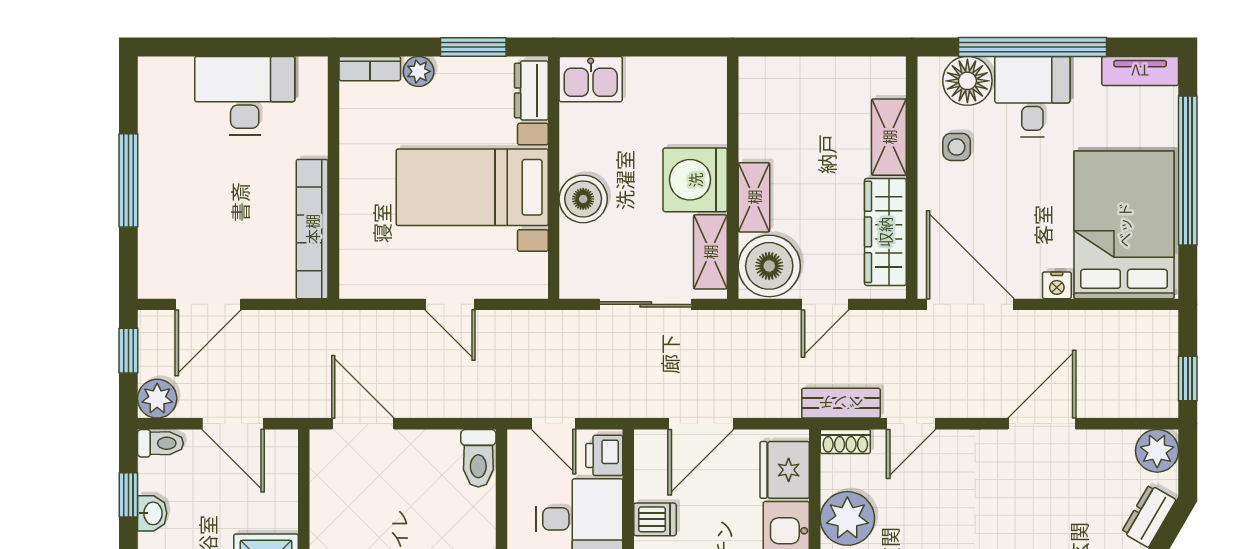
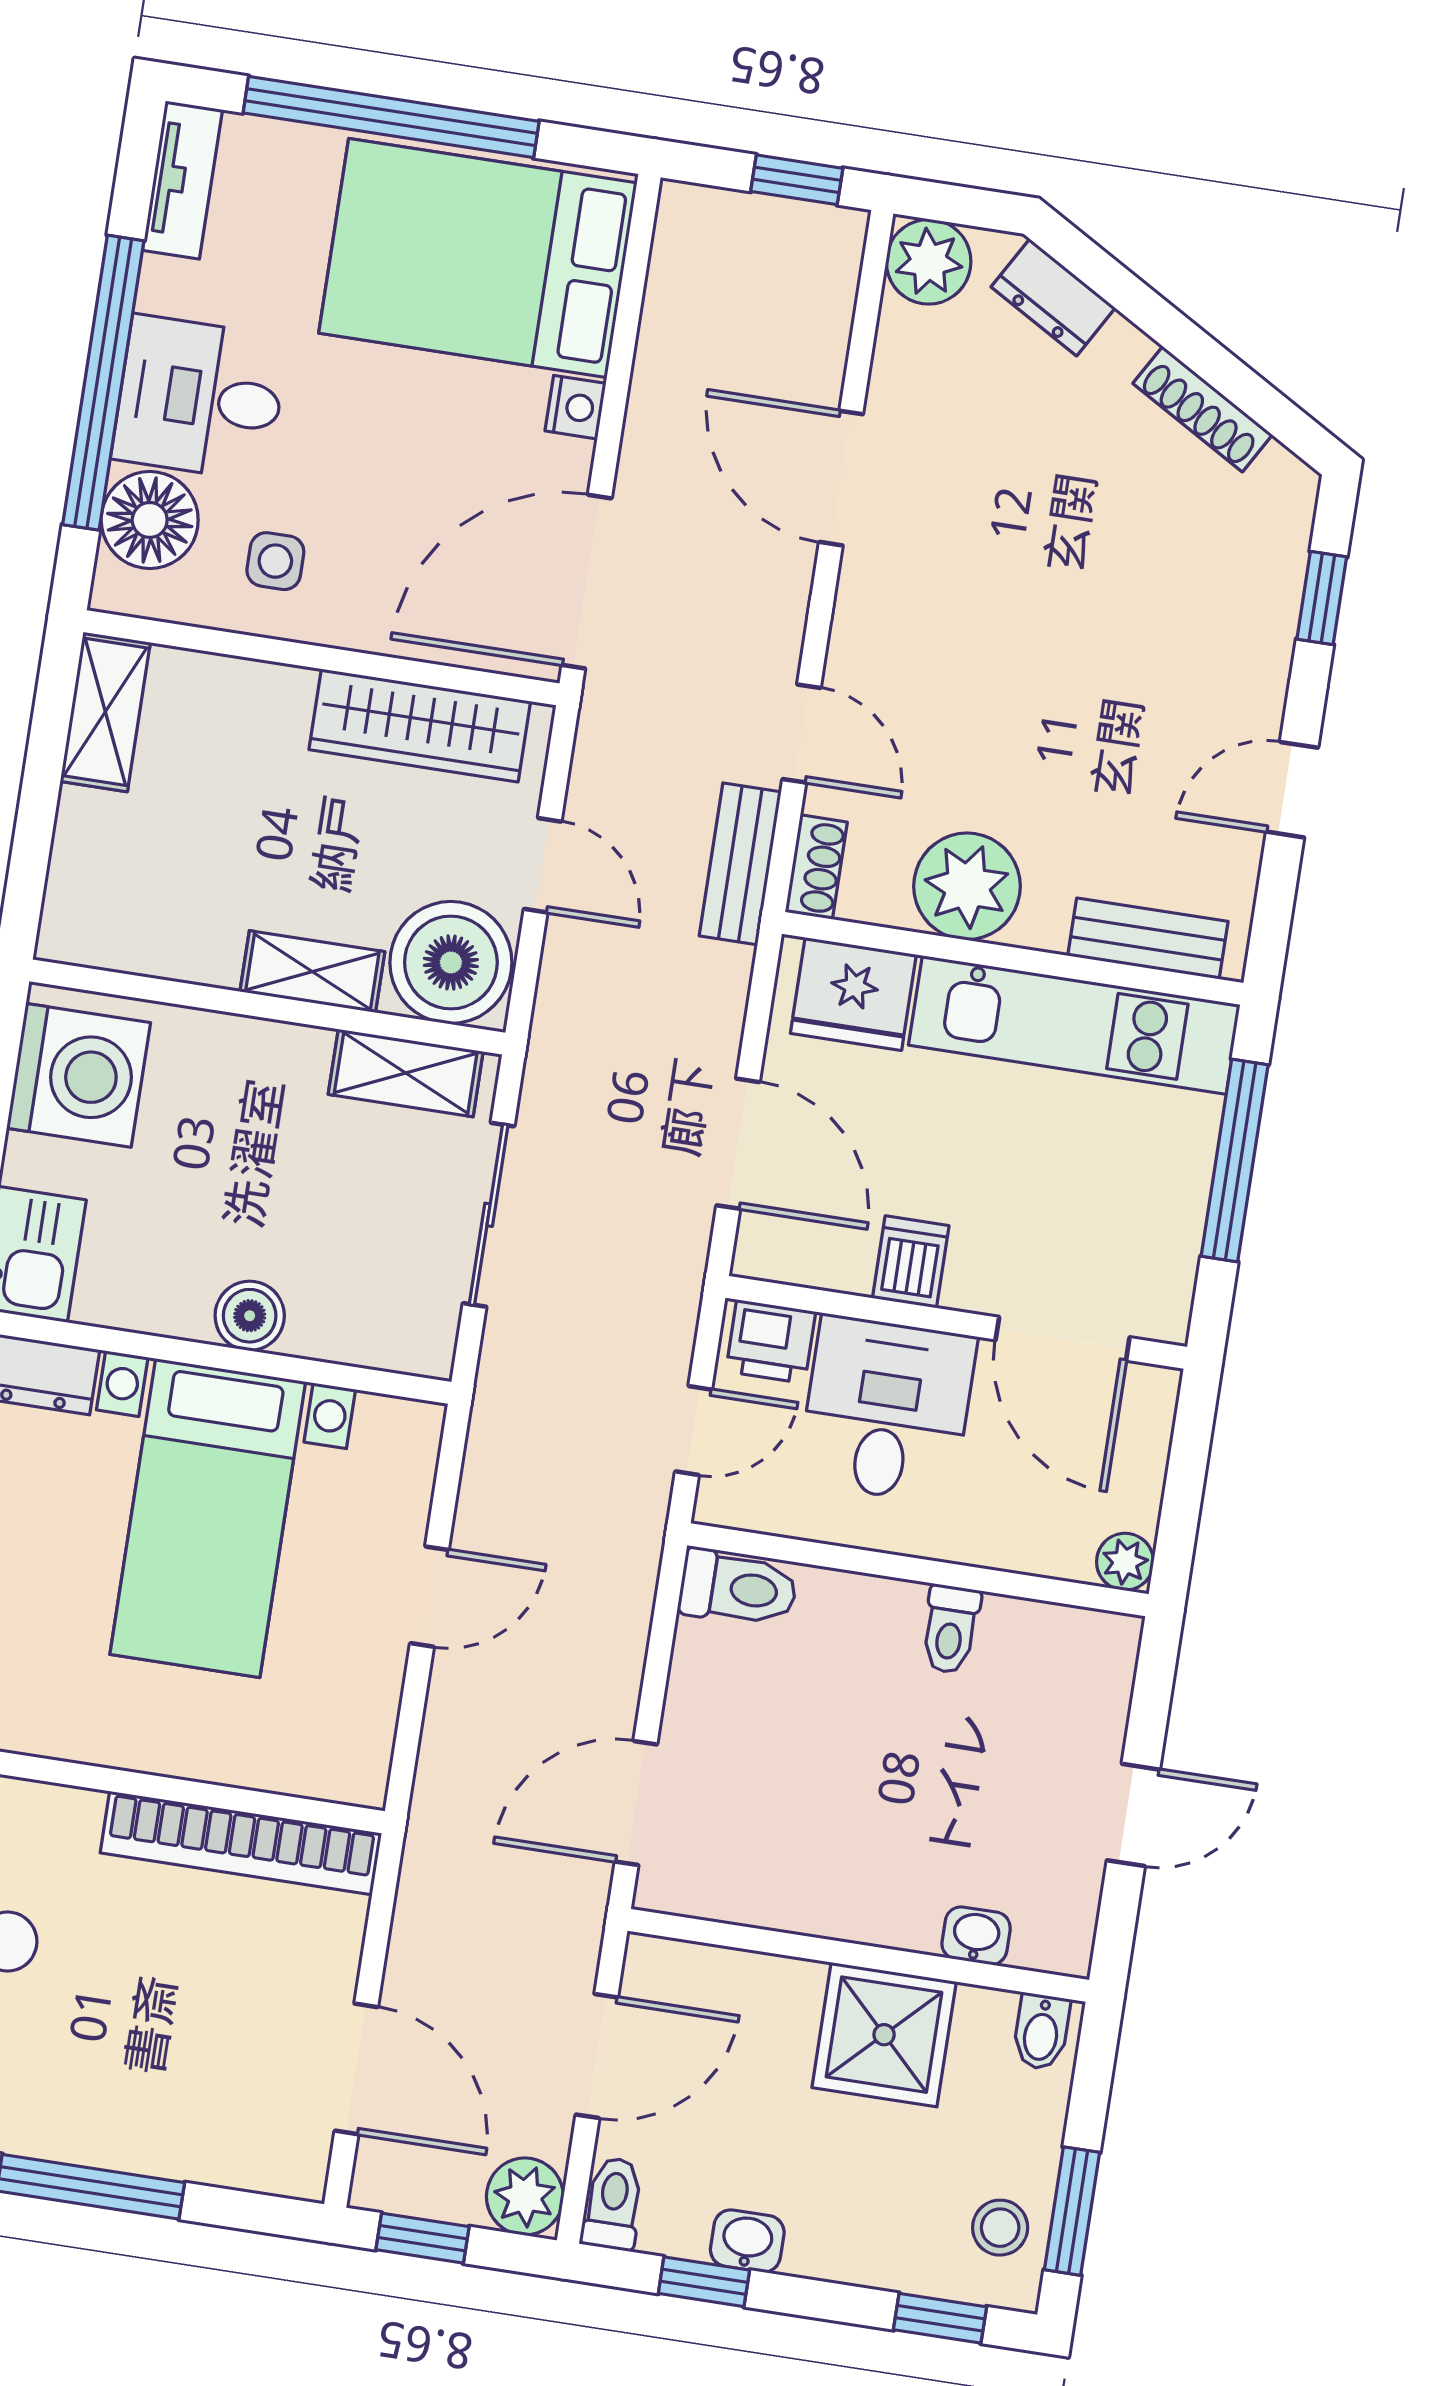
shelving: (889, 137) -> (105, 712), moved, turned 90
washing machine: (695, 180) -> (79, 1075), moved, turned -90
boiler: (583, 199) -> (250, 1316), width x0.73, depth x0.73

